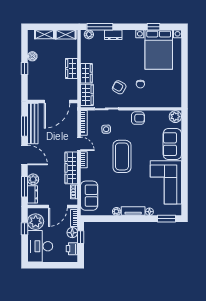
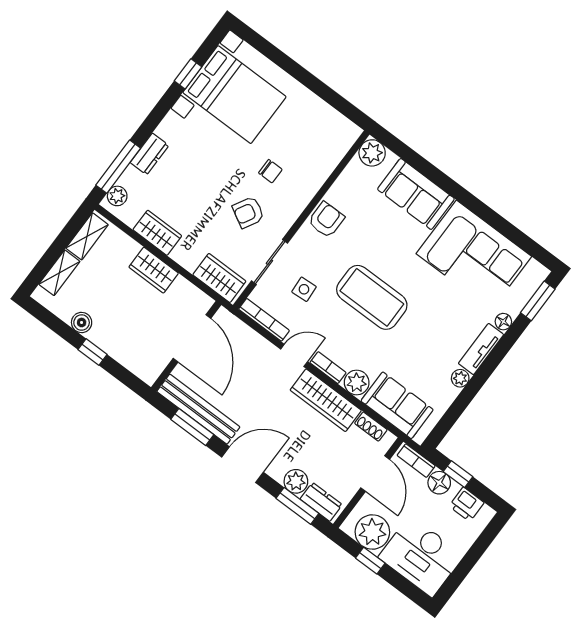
wardrobe: (86, 73) -> (157, 233), moved
plant: (86, 174) -> (357, 383), added

